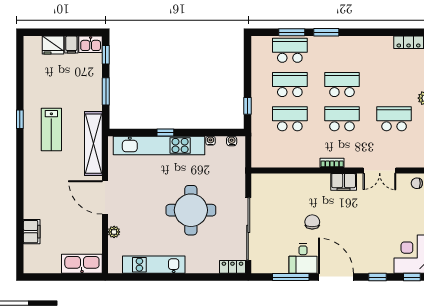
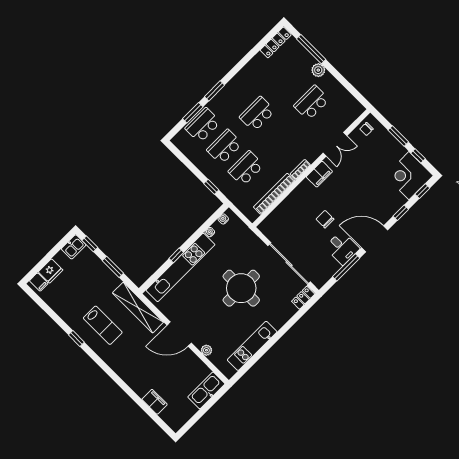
filing cabinet: (71, 44) -> (39, 282), moved
school desk: (342, 119) -> (279, 136), removed
bookcase: (292, 161) -> (274, 194), added

